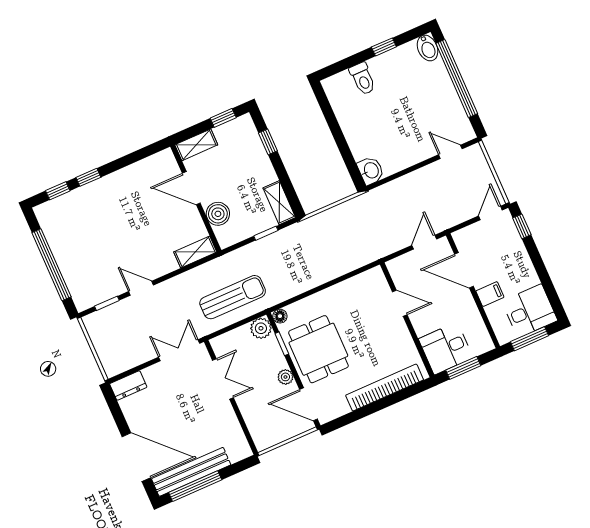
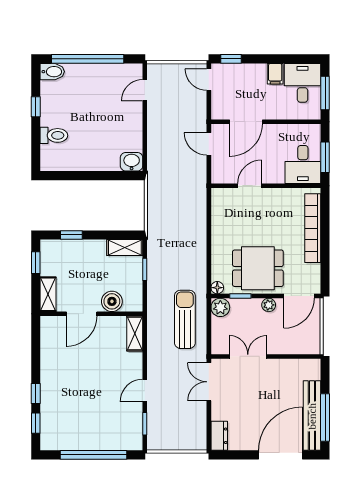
filing cabinet: (490, 294) -> (275, 74), moved, turned 180

